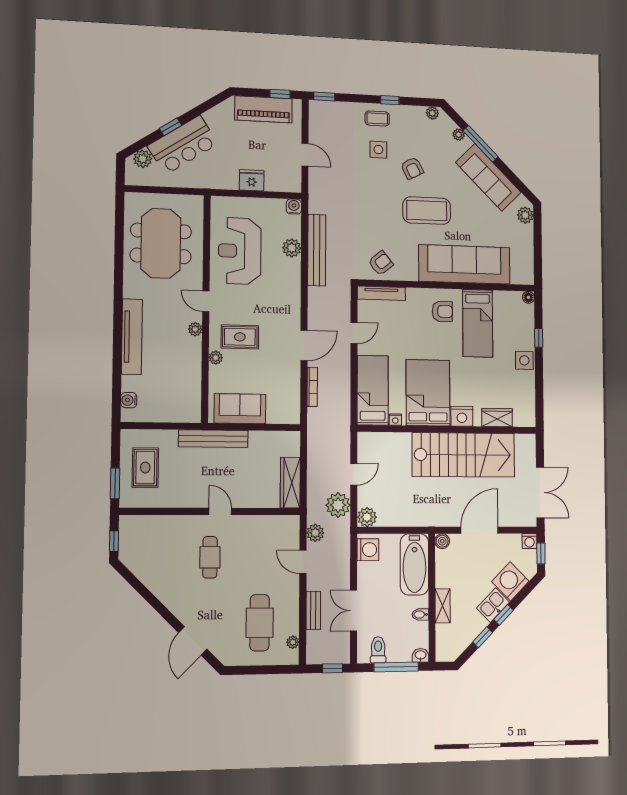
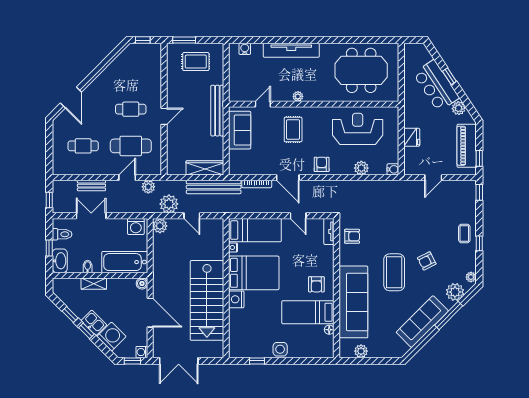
plant: (459, 135) -> (455, 292), width x1.88, depth x1.88
side table: (378, 150) -> (440, 234), removed
plant: (143, 159) -> (459, 108), moved
plant: (525, 215) -> (361, 351), moved
bench: (317, 250) -> (214, 187), moved
armchair: (381, 263) -> (352, 236), turned -51
tv unit: (381, 293) -> (329, 231), width x0.71
floor lamp: (528, 297) -> (329, 330), moved
armchair: (287, 300) -> (322, 164), added
door: (206, 301) -> (263, 104), moved
window: (539, 338) -> (257, 361), moved
plant: (216, 358) -> (277, 112), removed
wardrobe: (497, 418) -> (236, 327), removed
wardrobe: (290, 483) -> (205, 168), moved
cafe table: (260, 557) -> (131, 146), added
cafe table: (260, 623) -> (83, 146), width x0.73, depth x0.74
door: (193, 641) -> (71, 97), swing flipped
plant: (293, 642) -> (69, 170), removed
washbasin: (421, 655) -> (60, 261), width x1.91, depth x1.45
window: (396, 667) -> (49, 248), width x0.46

